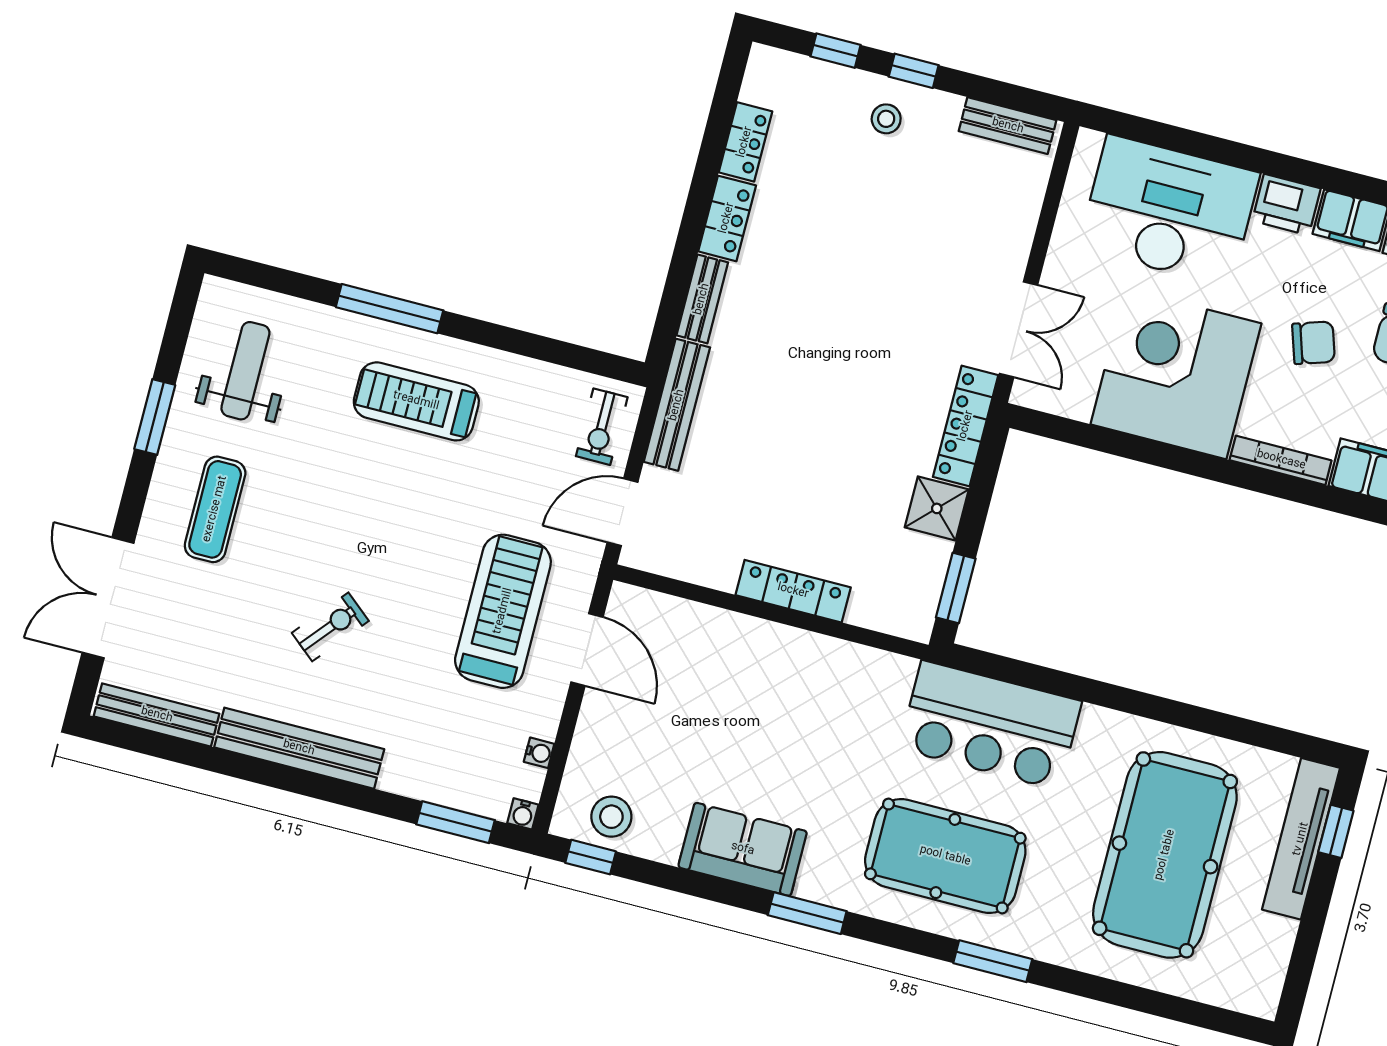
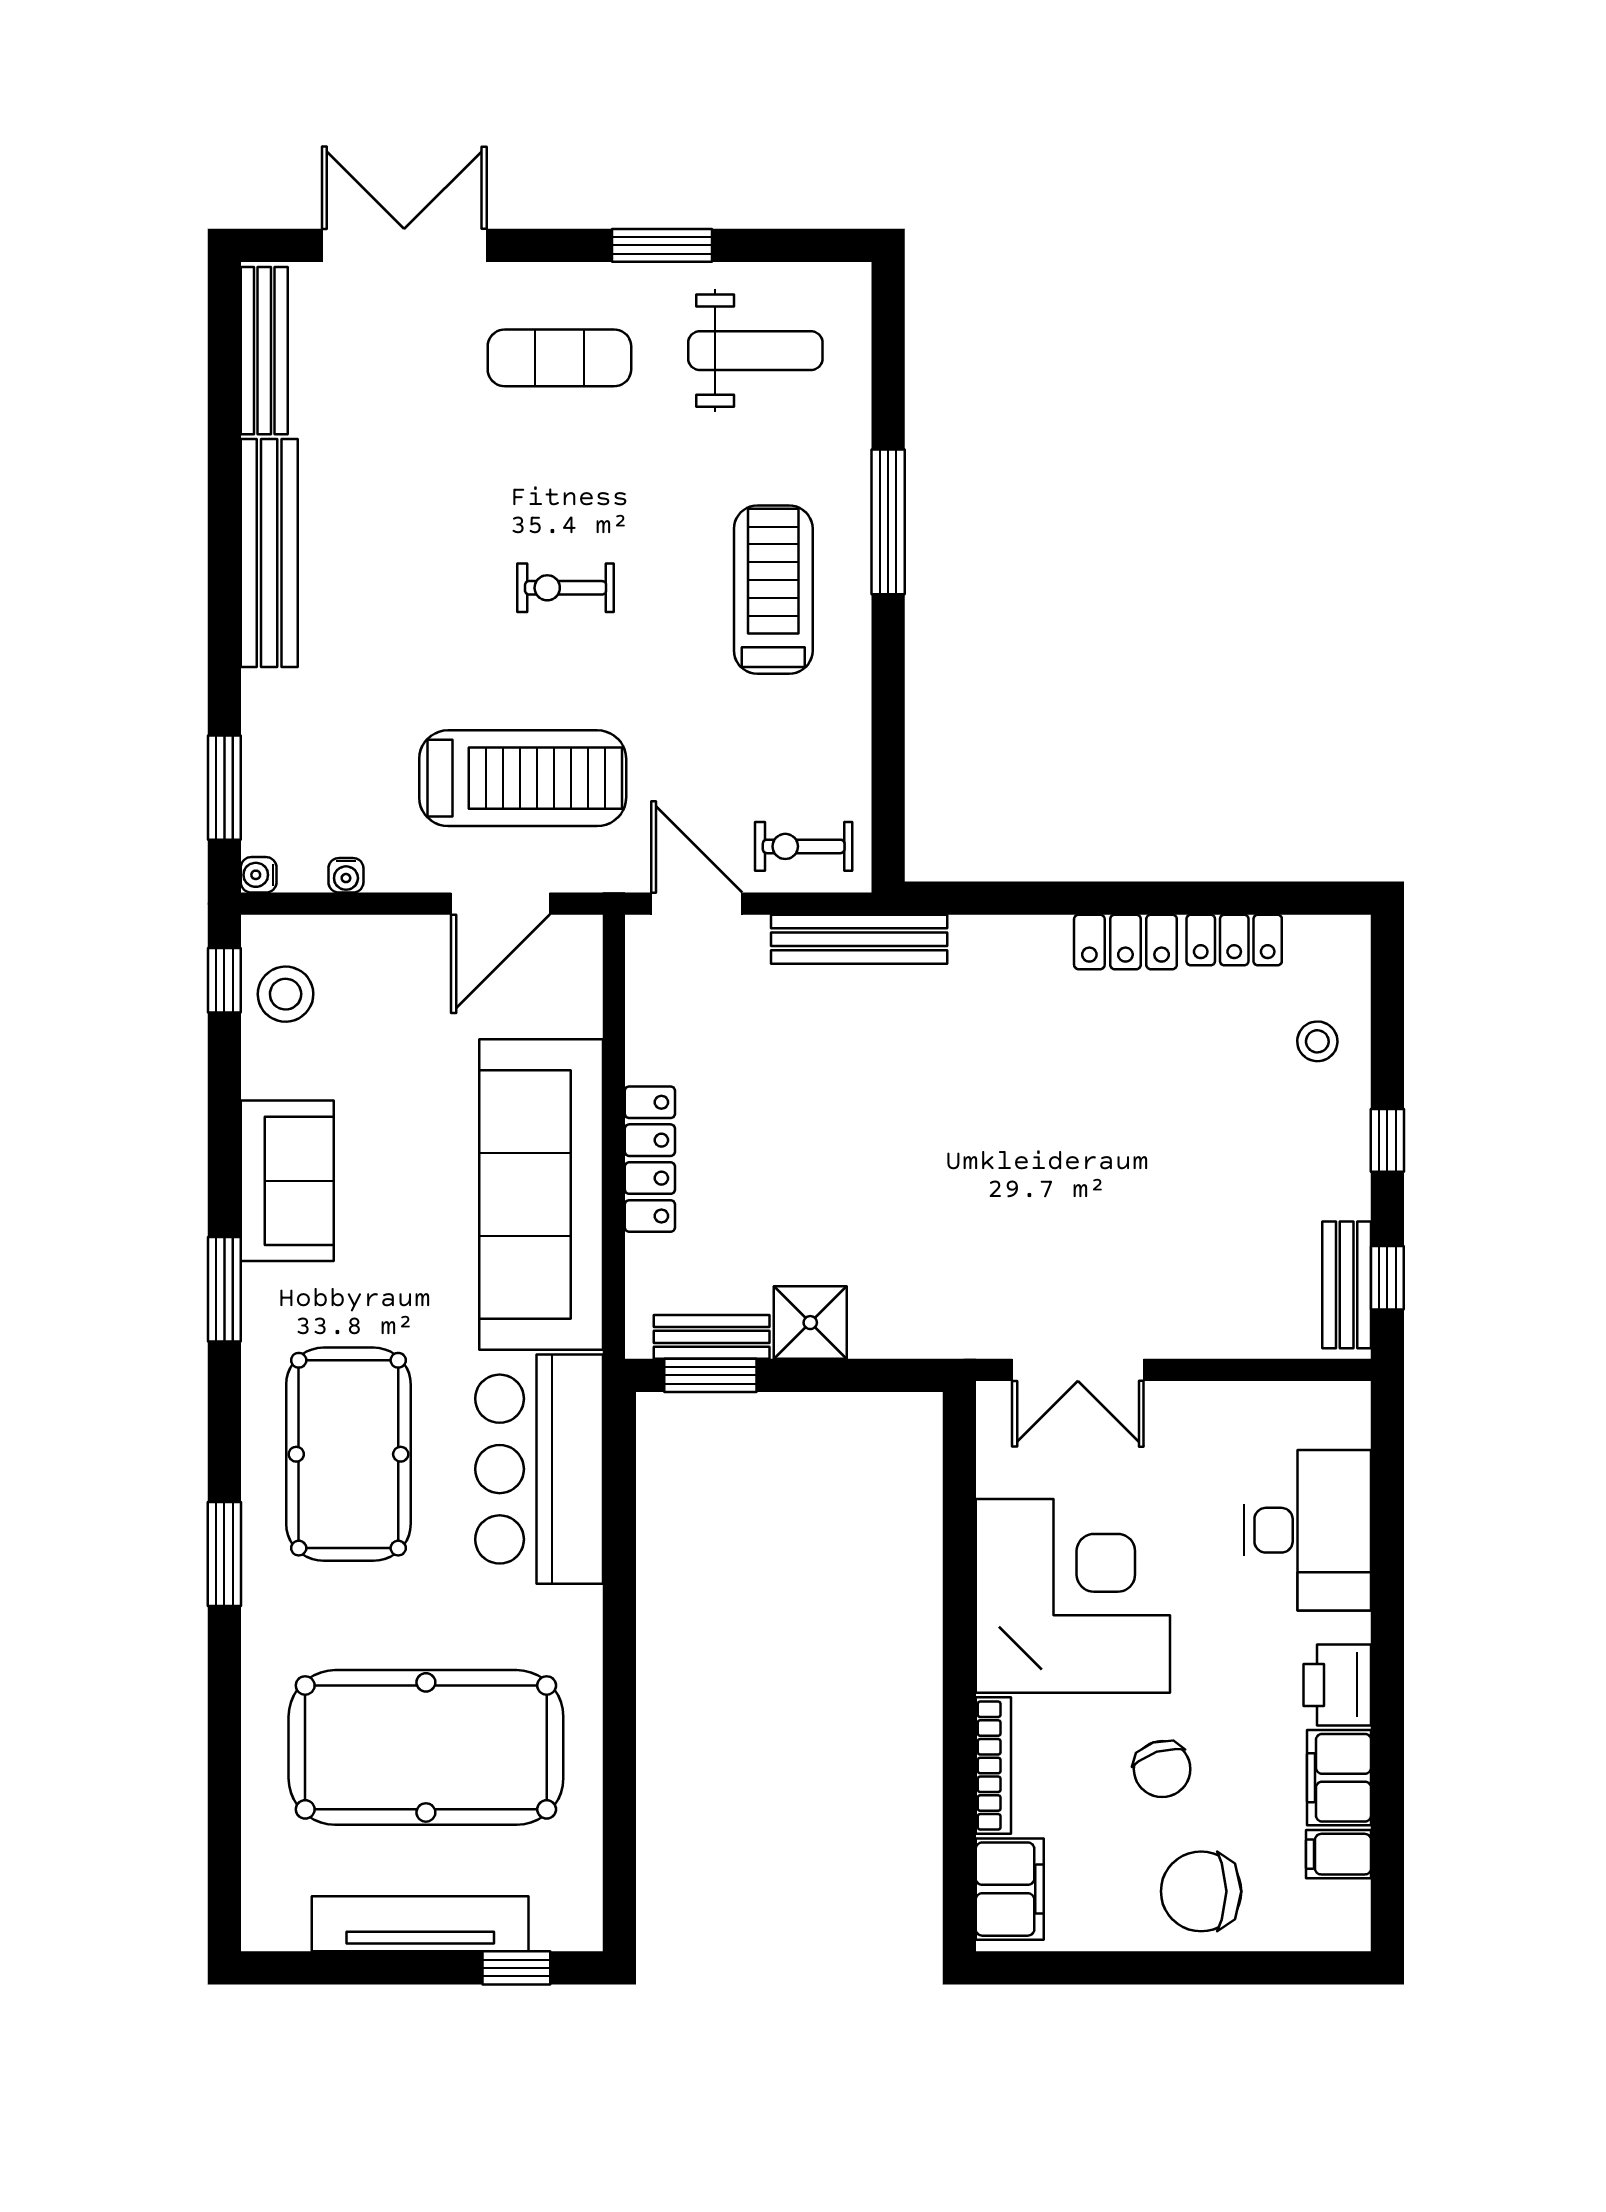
window: (836, 51) -> (1387, 1278), moved
stool: (886, 119) -> (1317, 1041), moved
desk: (1169, 211) -> (1308, 1530), width x0.73, depth x0.77
bench: (702, 299) -> (712, 1337), moved
locker: (966, 426) -> (930, 1333), removed
exercise bike: (330, 627) -> (566, 588), moved, turned 140
sofa: (798, 674) -> (541, 1194), added
tv unit: (1301, 839) -> (420, 1924), moved

